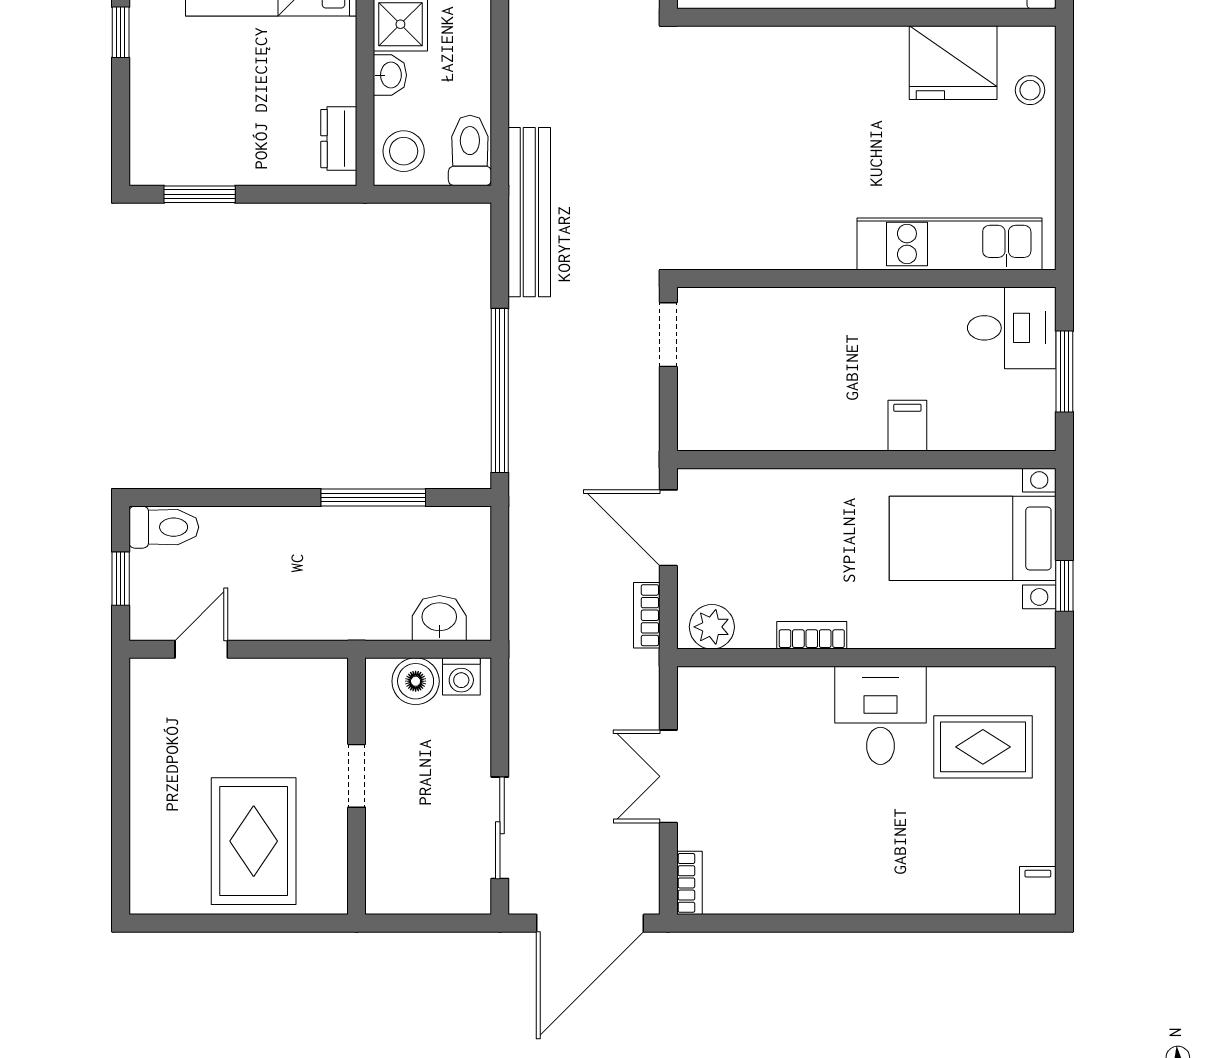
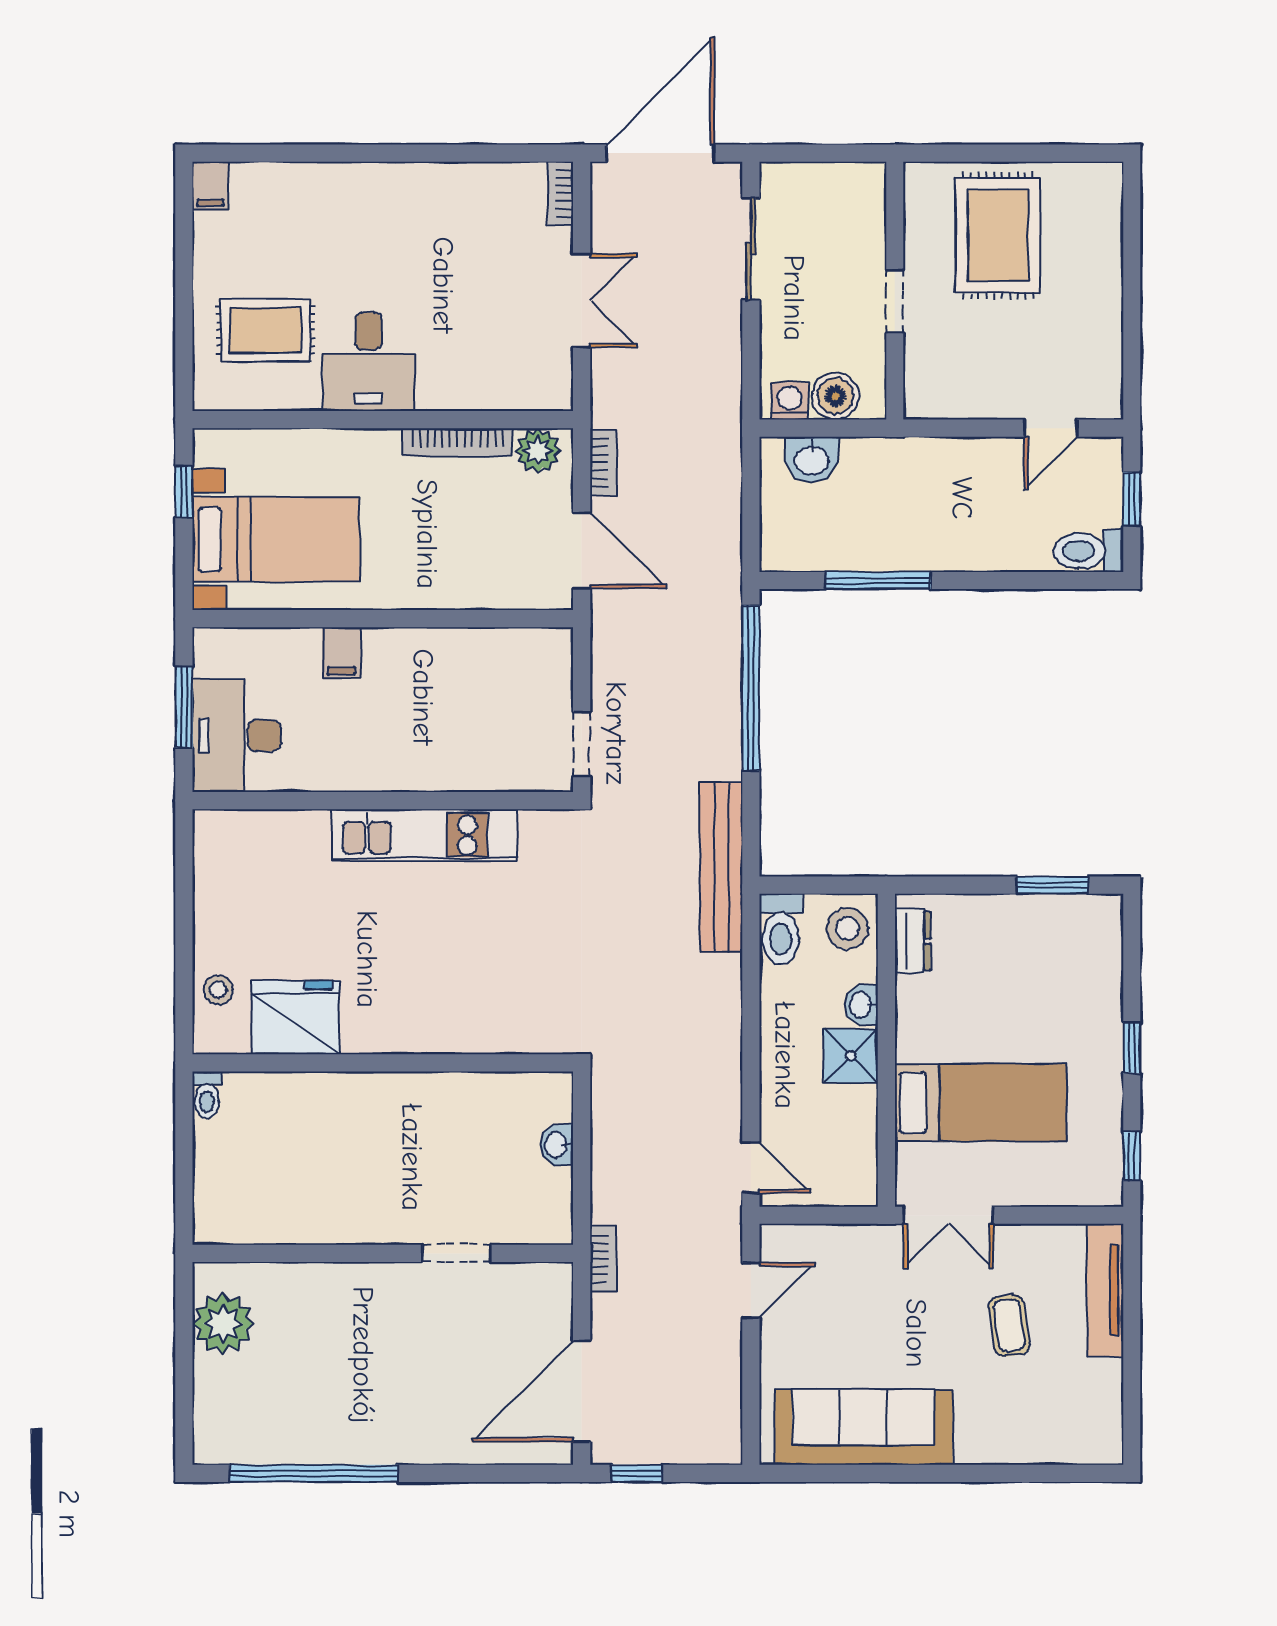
kitchen unit: (949, 244) -> (425, 835), moved
desk: (1012, 328) -> (237, 736), width x1.37
bookcase: (812, 635) -> (457, 442), width x1.56

